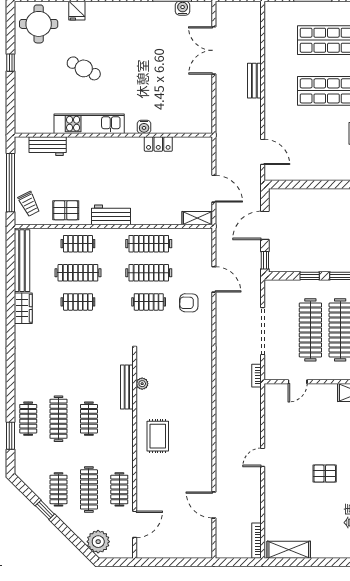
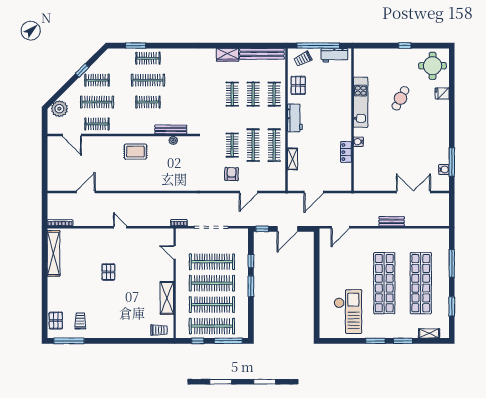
workbench: (48, 146) -> (334, 55), moved, turned -90
shelving: (197, 218) -> (293, 159), moved
door: (265, 225) -> (287, 229), swing flipped
clothes rail: (78, 273) -> (253, 94), width x0.73
shelving: (289, 550) -> (54, 253), width x1.47

